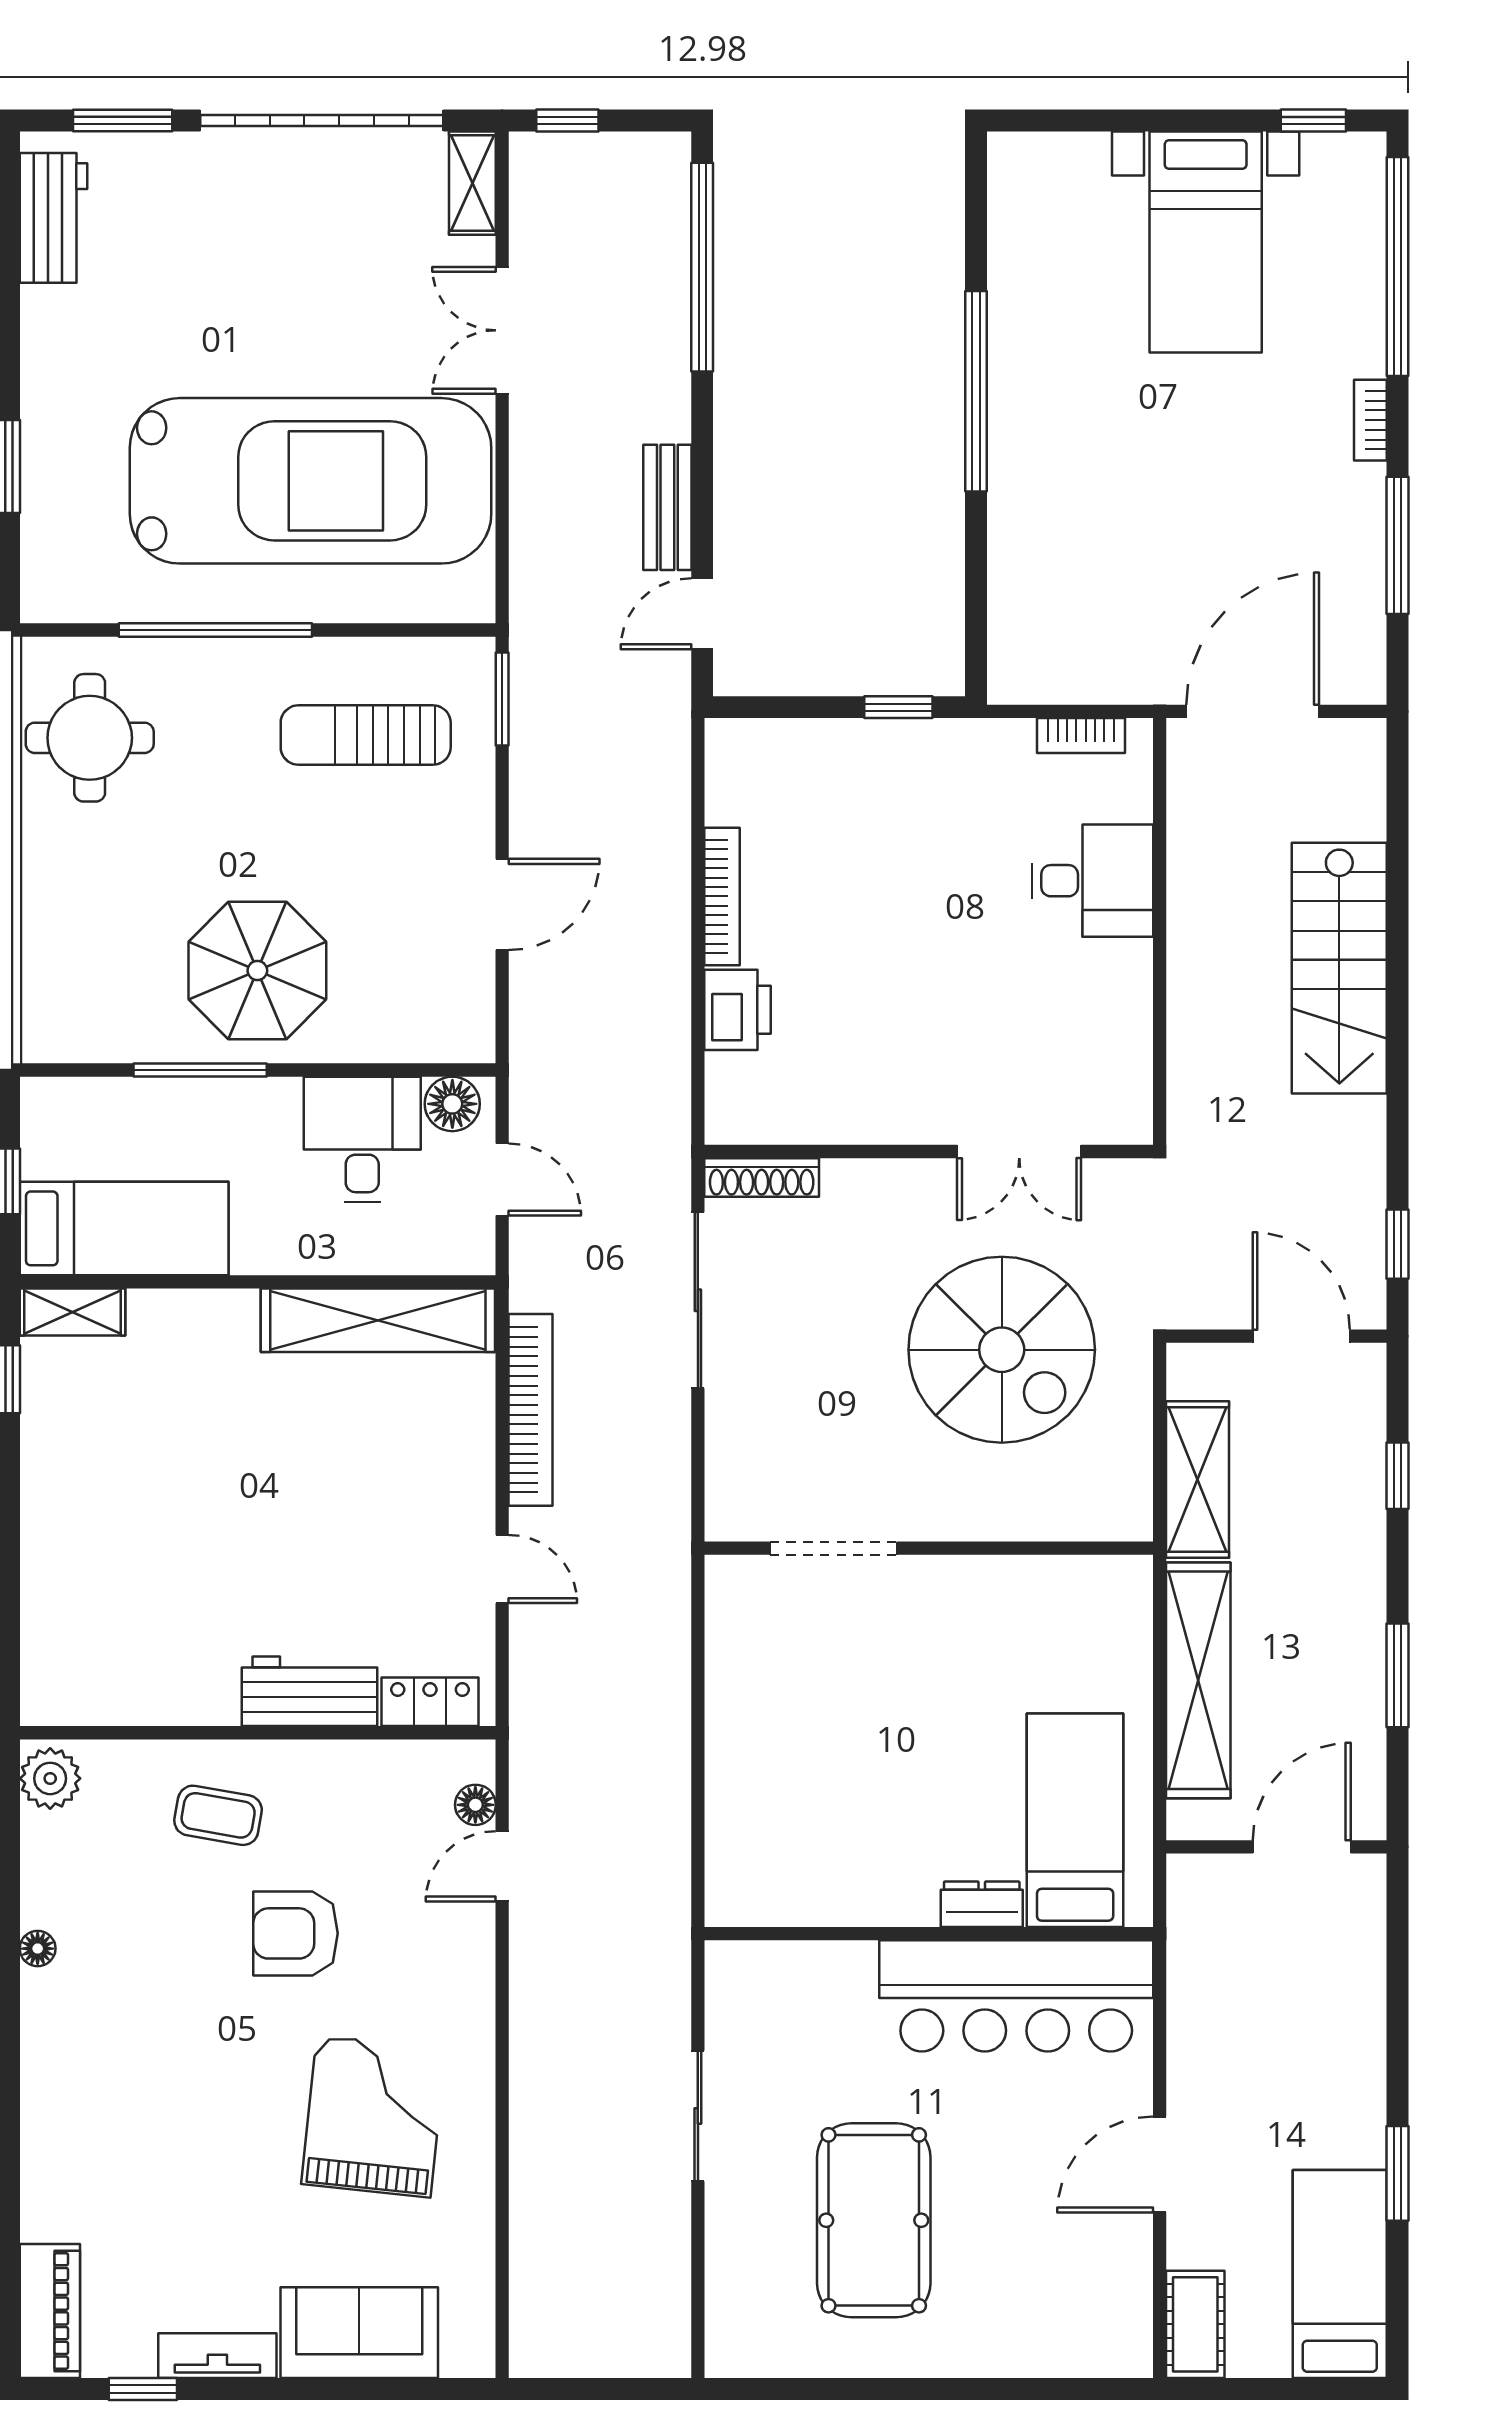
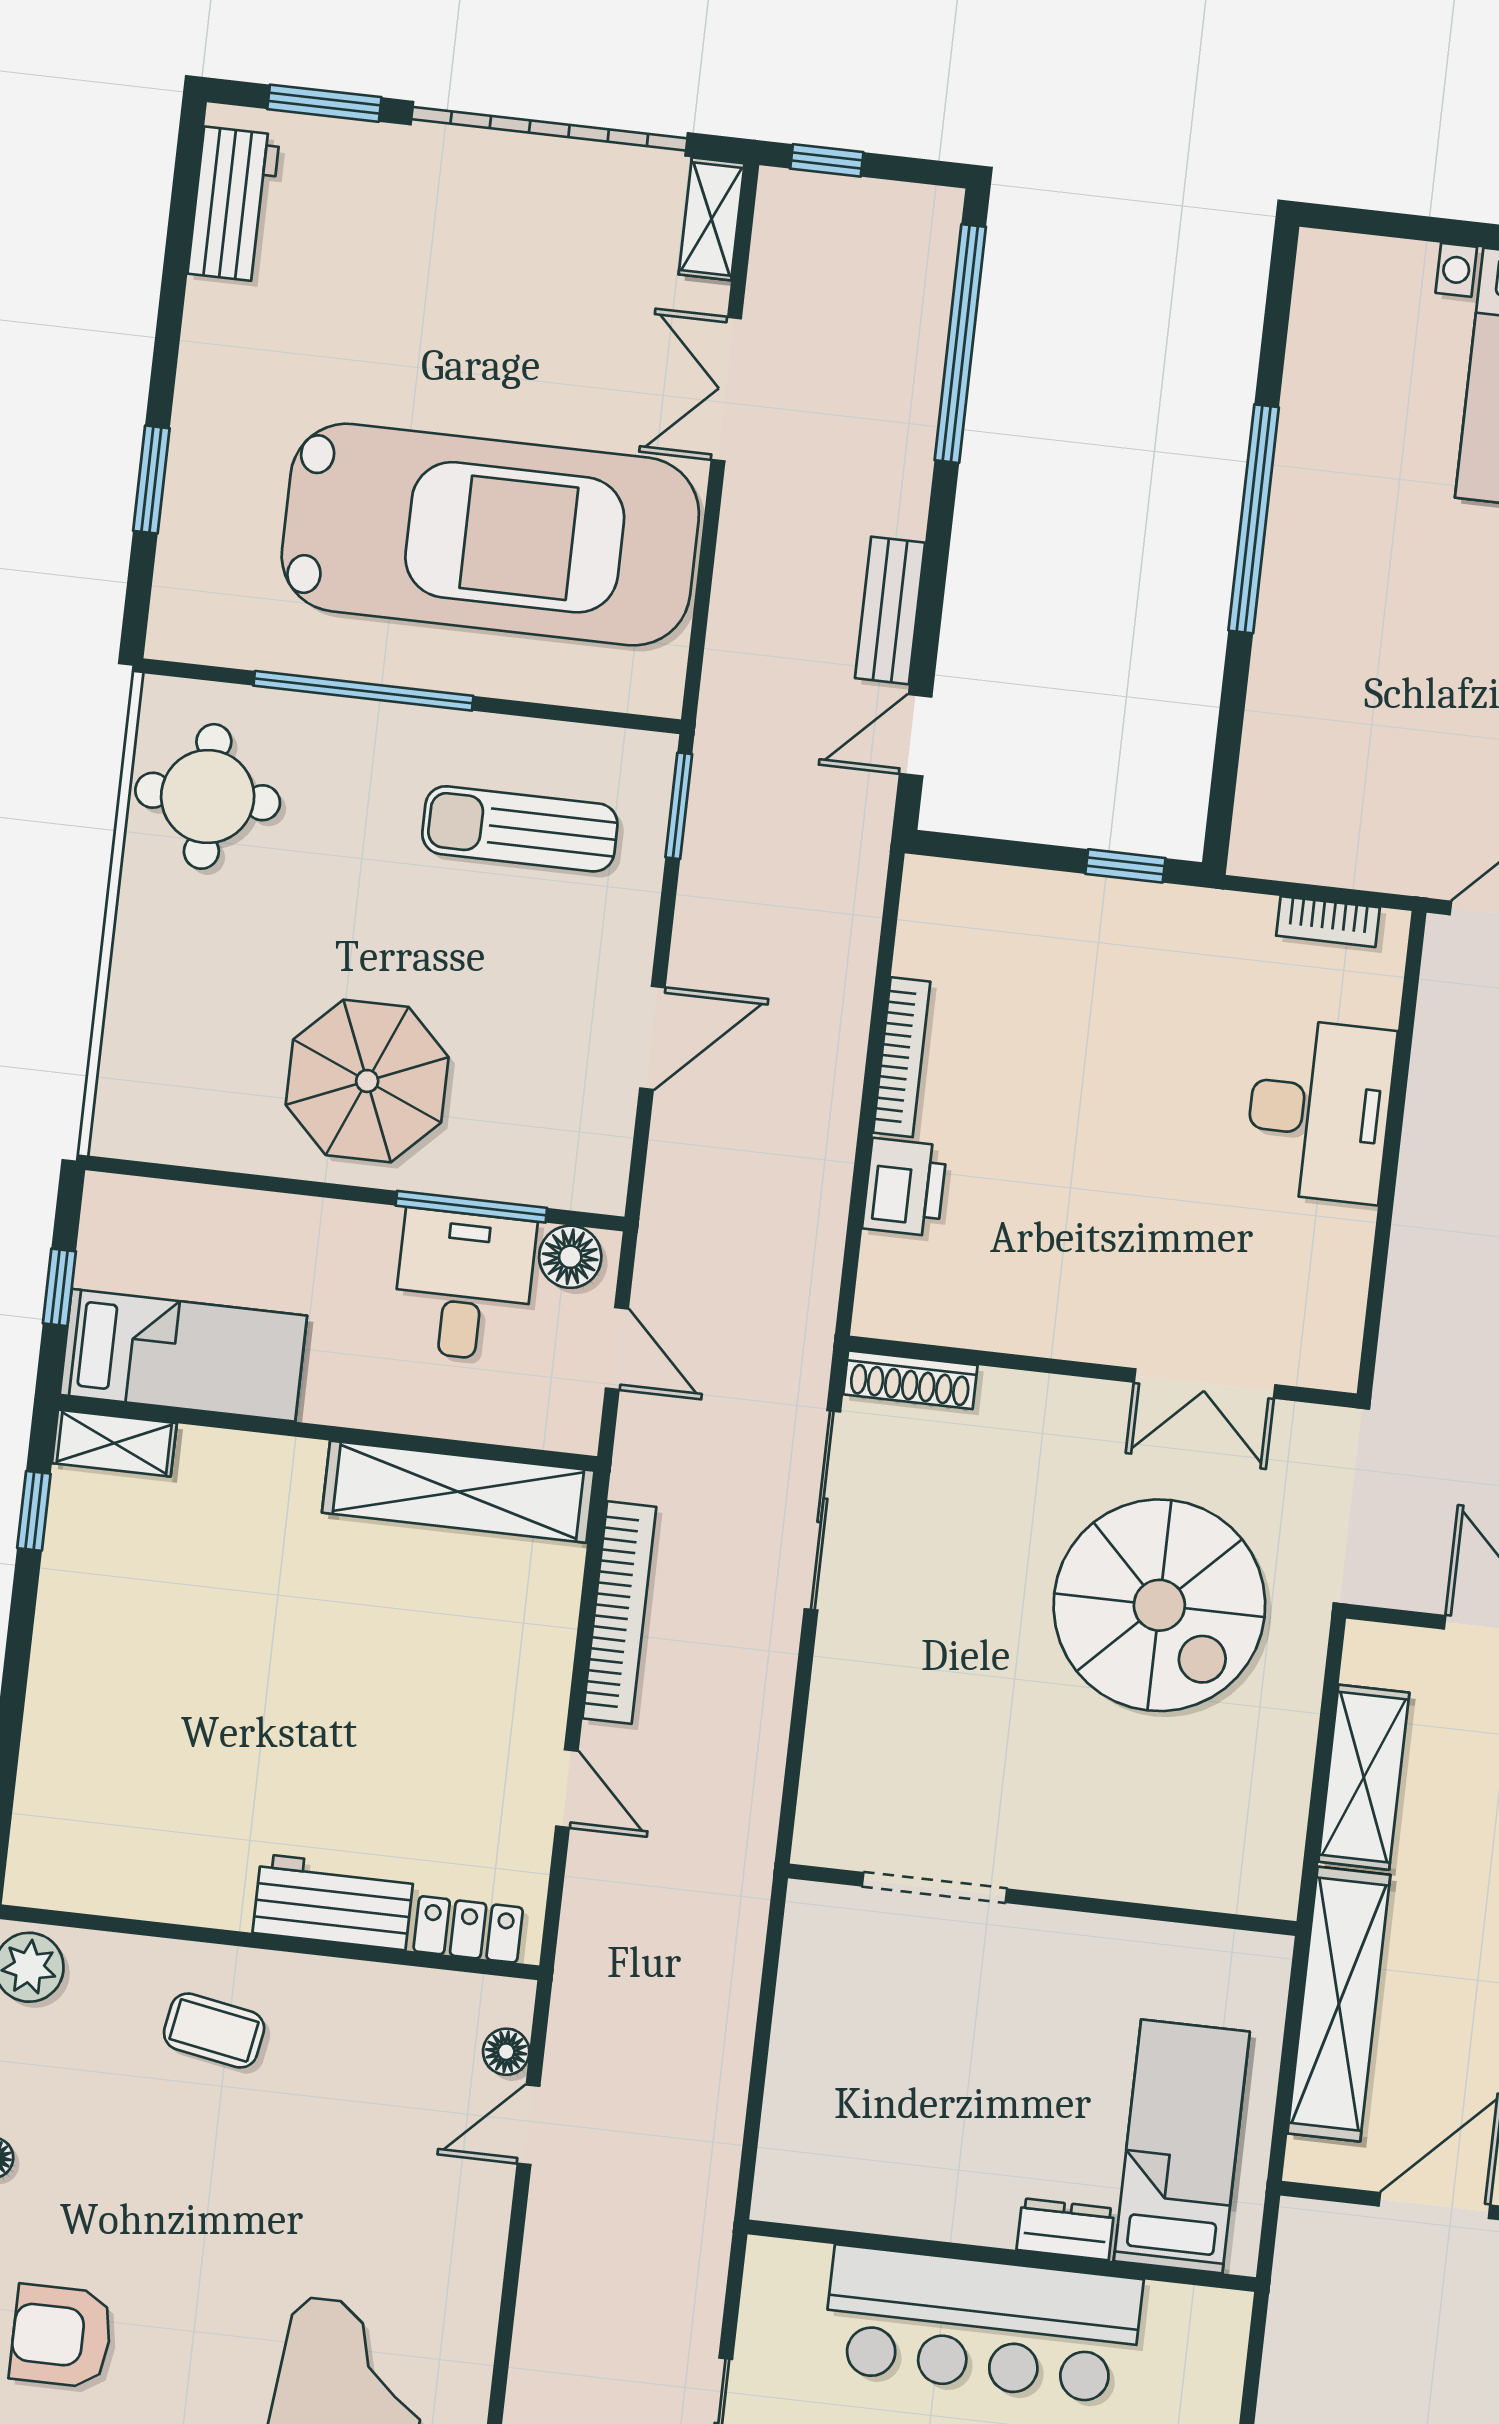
desk: (1092, 881) -> (1319, 1111), width x1.37
window: (200, 1070) -> (471, 1207), moved
doorway: (833, 1548) -> (934, 1887), moved
wall: (929, 1548) -> (1042, 1900), moved
armchair: (295, 1933) -> (61, 2336), moved
bar counter: (1016, 1996) -> (982, 2325), moved

